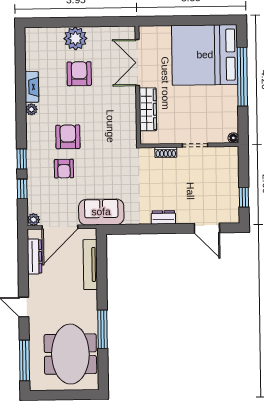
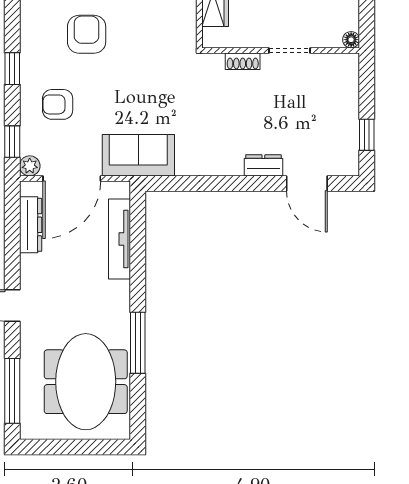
armchair: (64, 169) -> (58, 104), moved, turned 90
window: (22, 189) -> (12, 142), moved
dresser: (163, 217) -> (263, 165), moved

